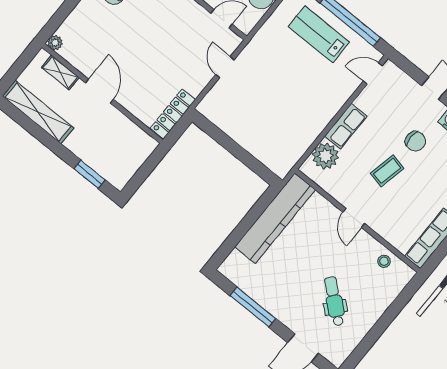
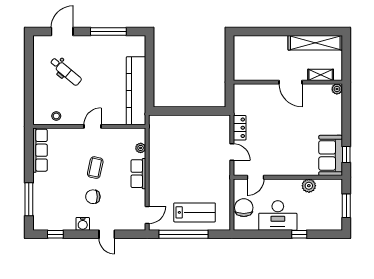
locker: (173, 114) -> (240, 128), moved, width x0.66
plant: (325, 156) -> (141, 148), width x0.53, depth x0.53
window: (90, 174) -> (259, 32), removed
door: (354, 218) -> (93, 126), hinge flipped

